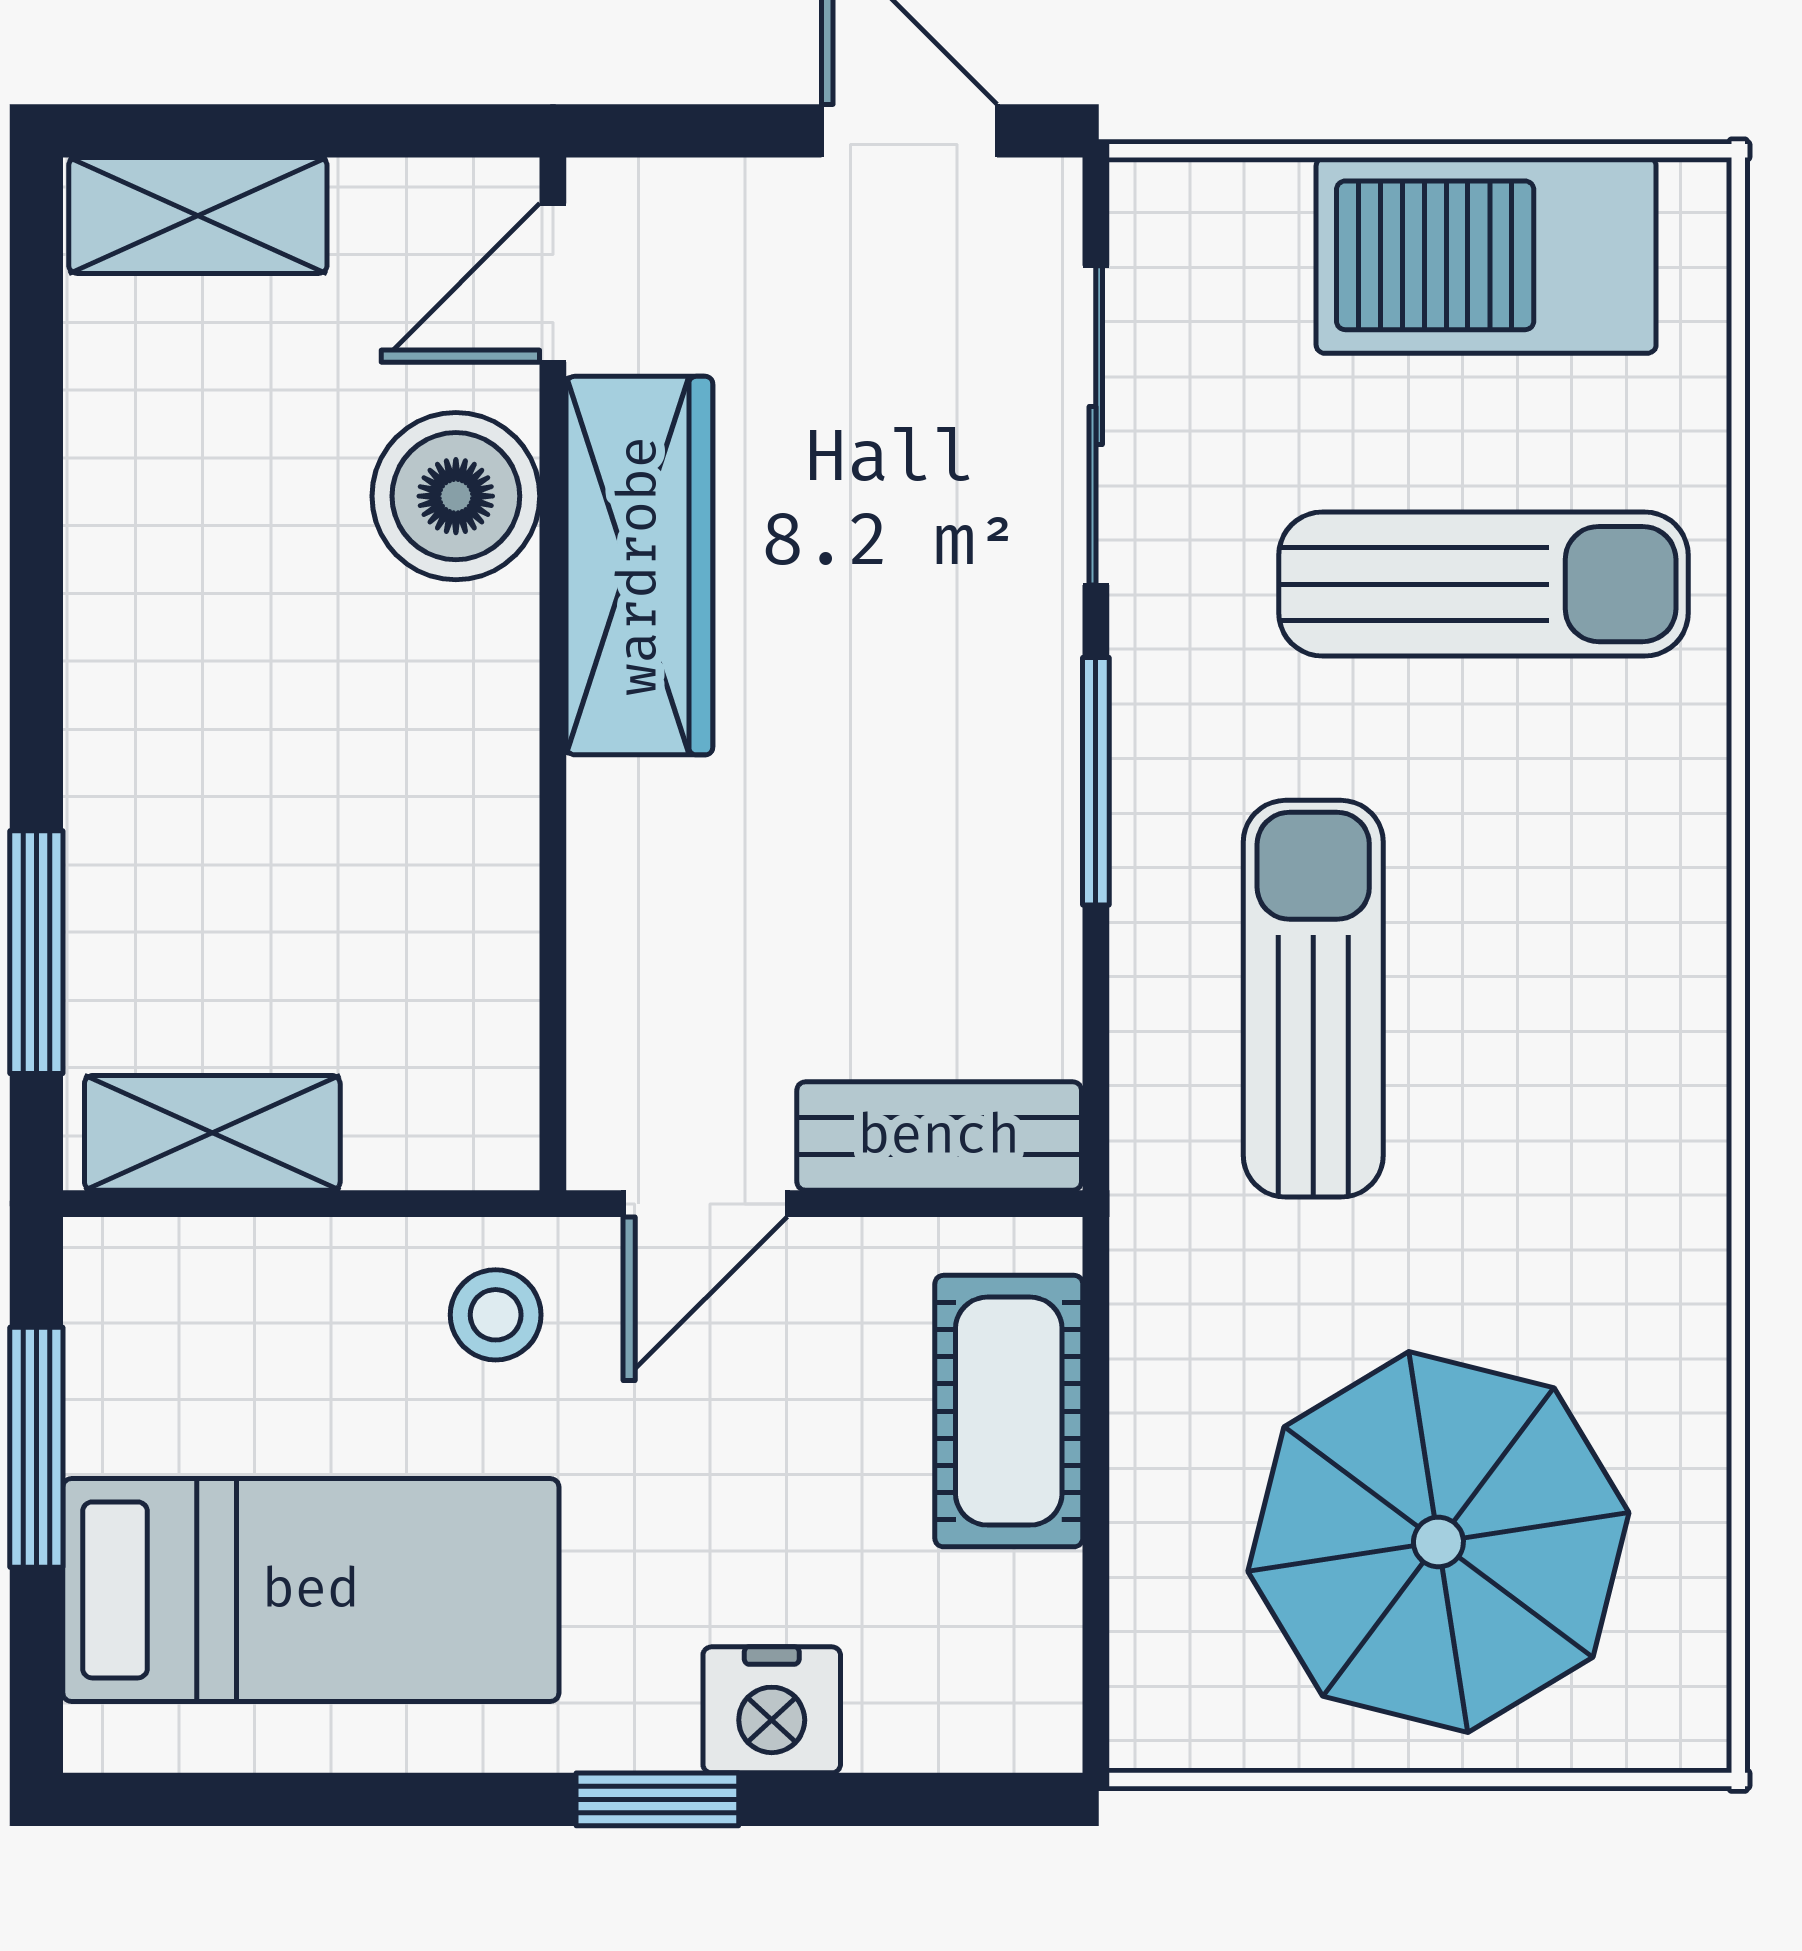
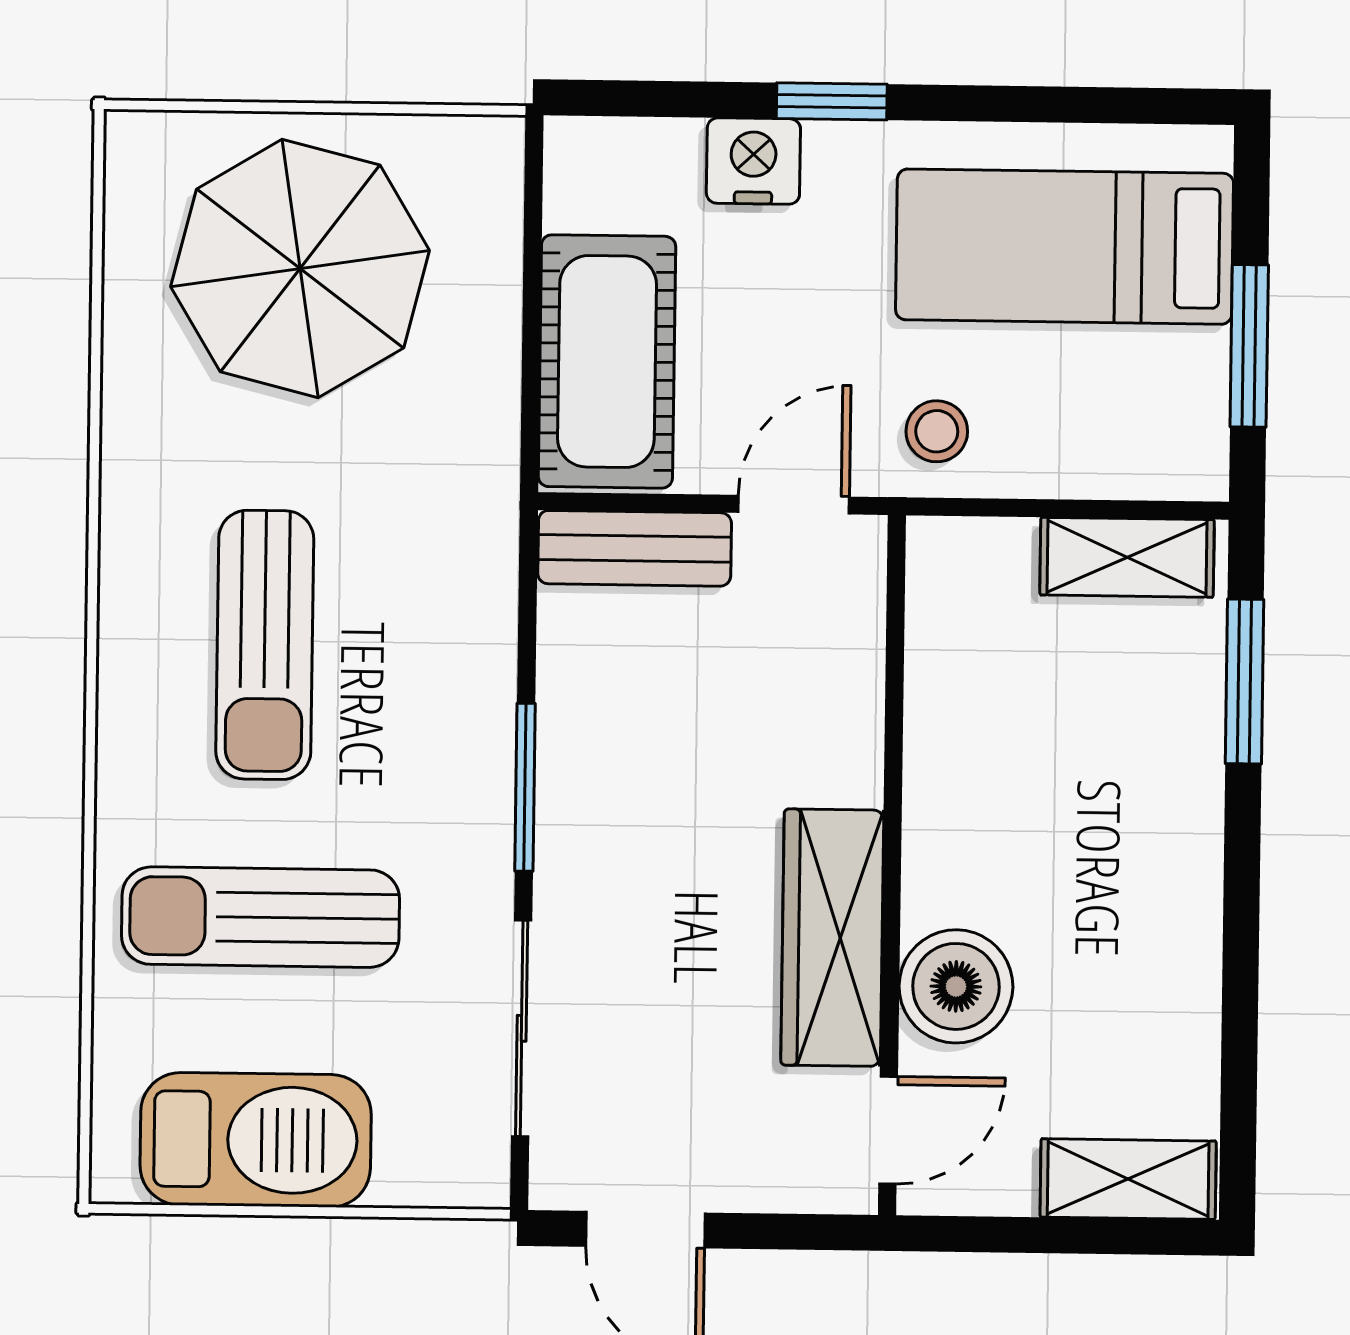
sun lounger: (1313, 999) -> (265, 645), moved
cot: (1009, 1411) -> (607, 361), width x1.37, depth x1.34

